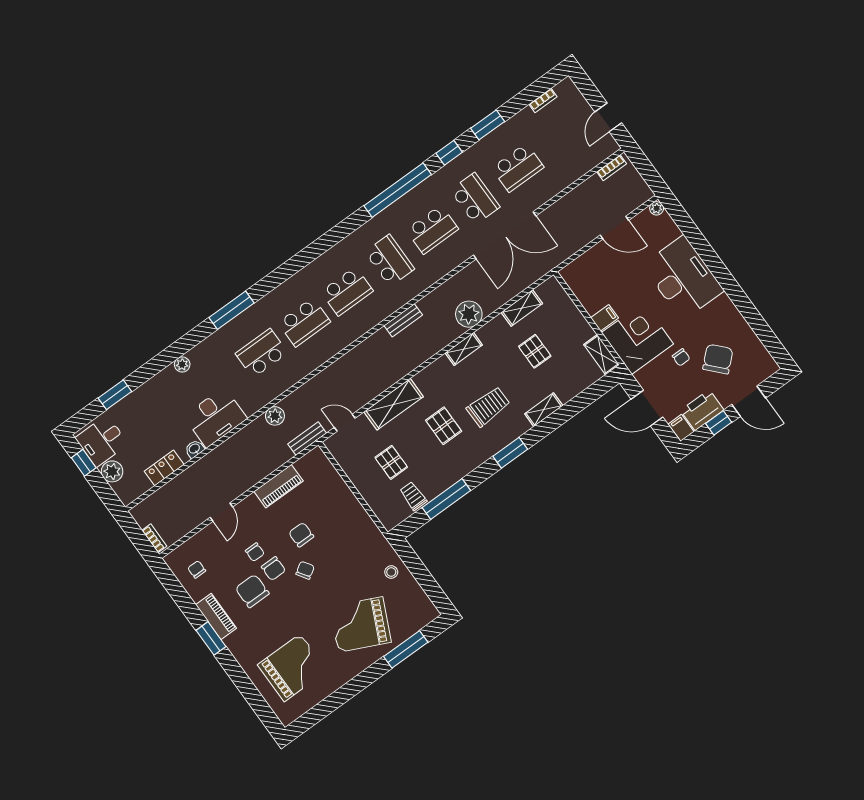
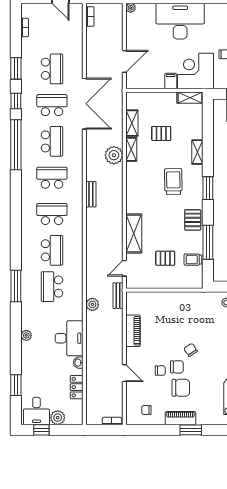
door: (614, 228) -> (124, 61), moved
school desk: (347, 291) -> (52, 214), turned -90
shelving: (464, 349) -> (131, 149), moved
pallet: (444, 426) -> (193, 220), moved, turned 90
chair: (301, 535) -> (169, 338), removed
chair: (252, 591) -> (181, 388), turned 180

